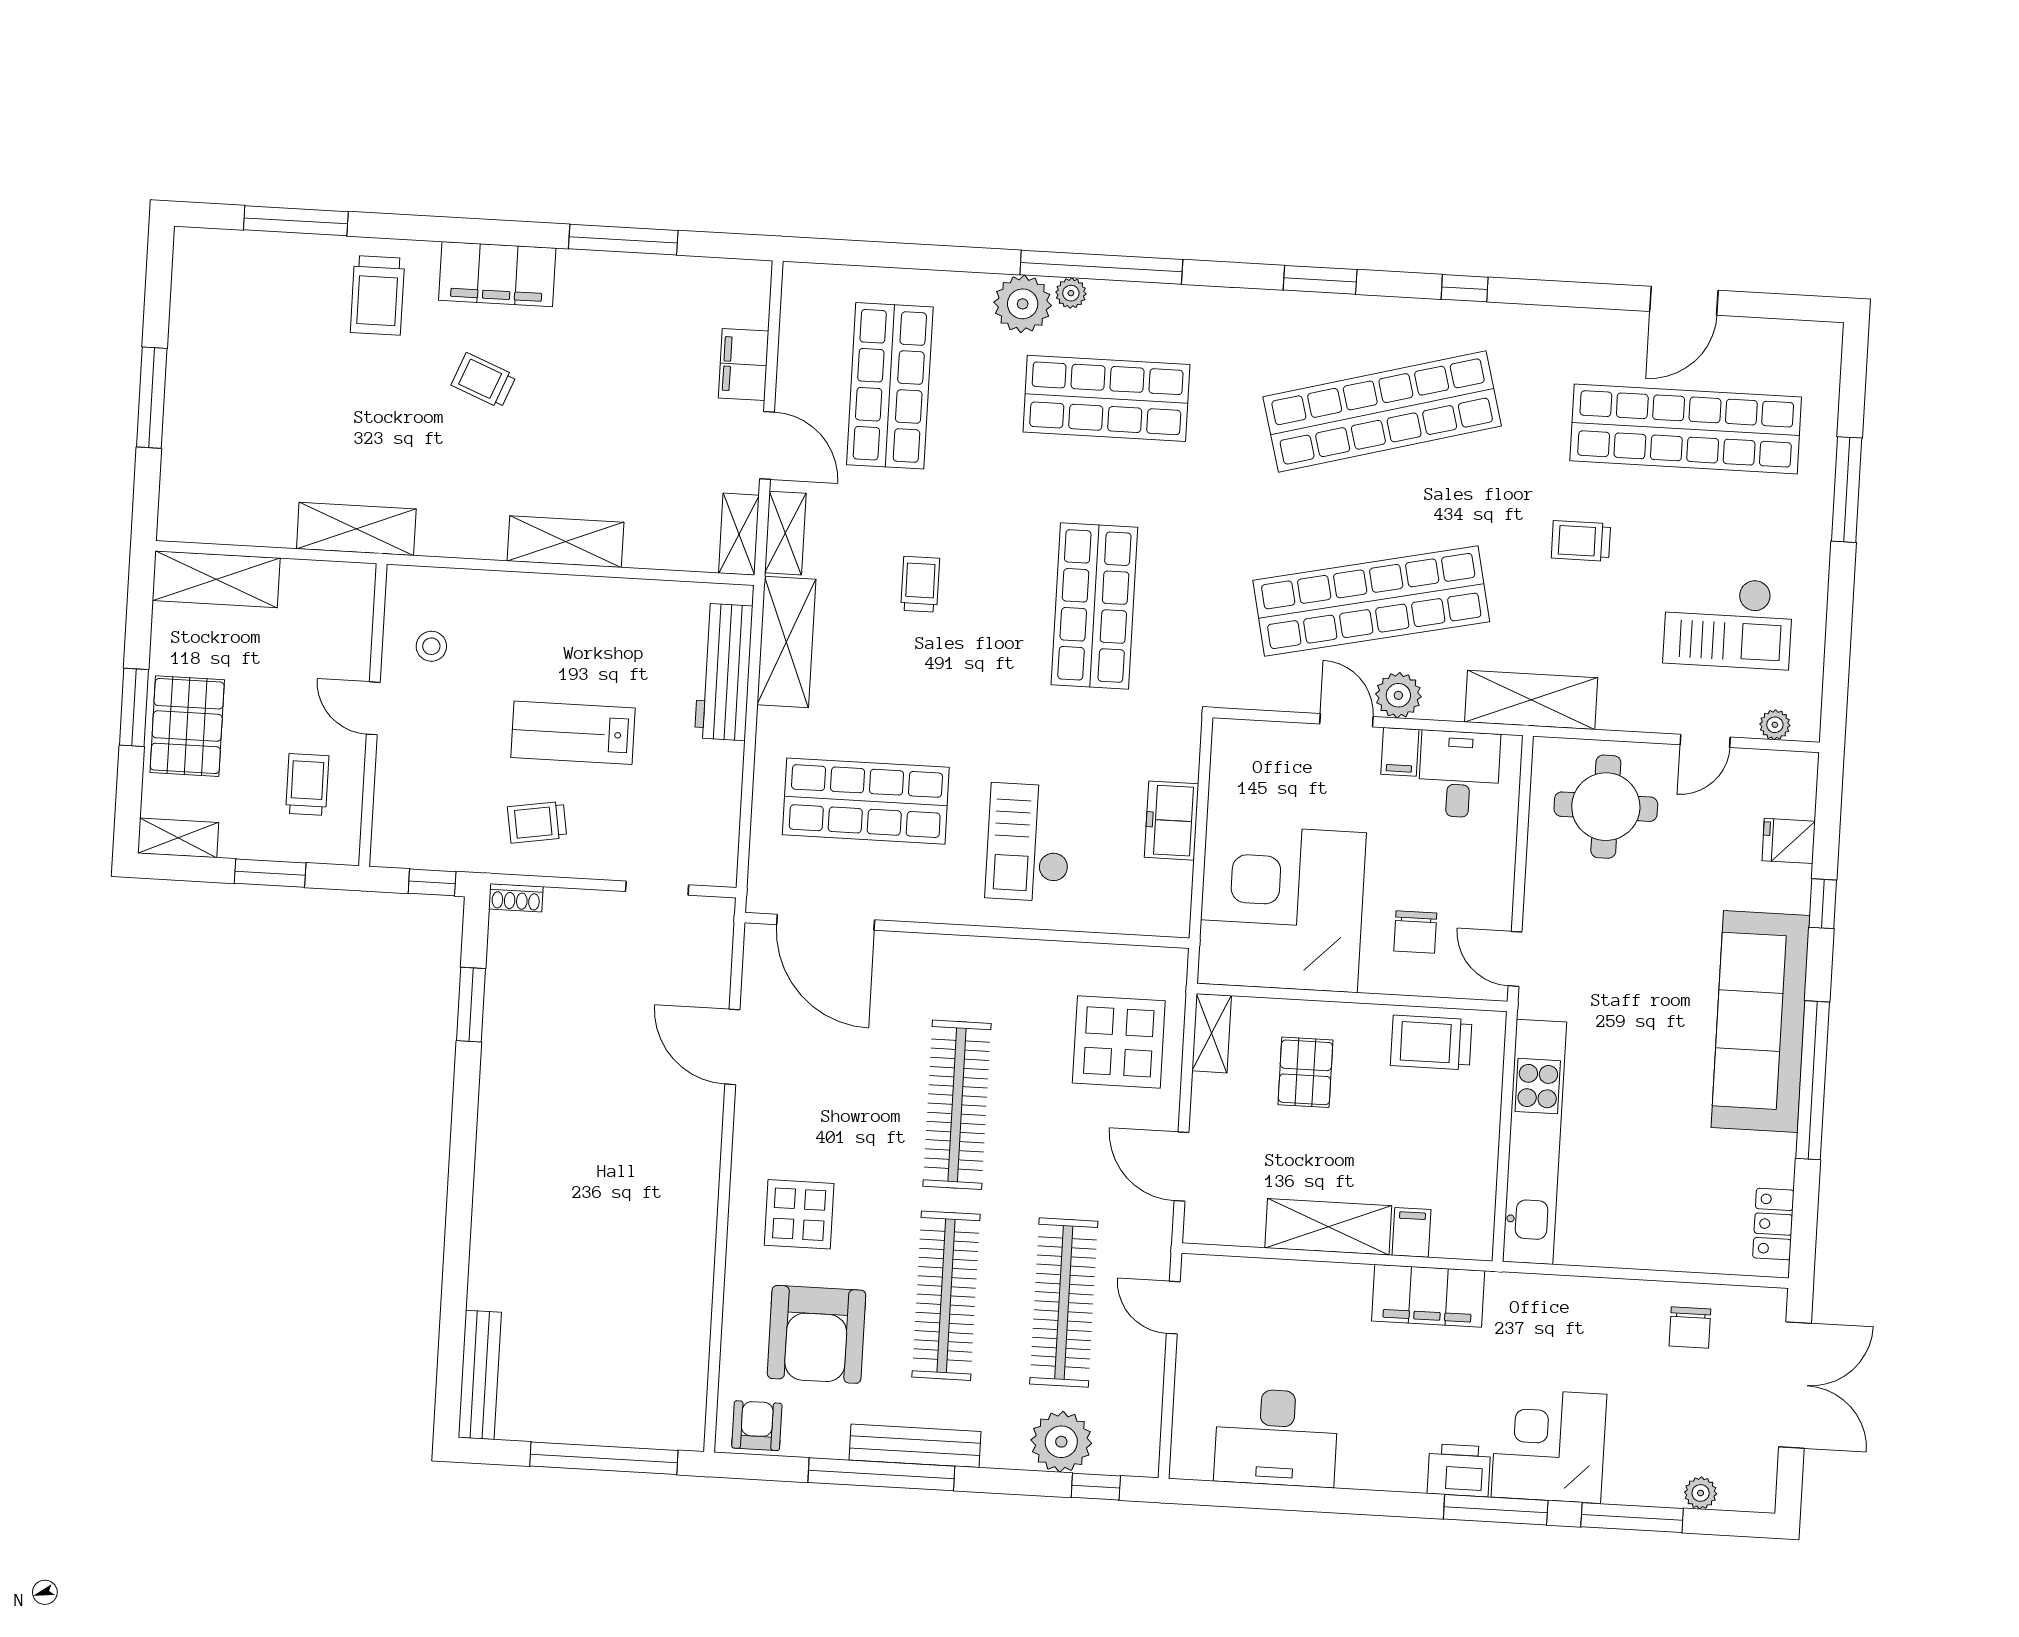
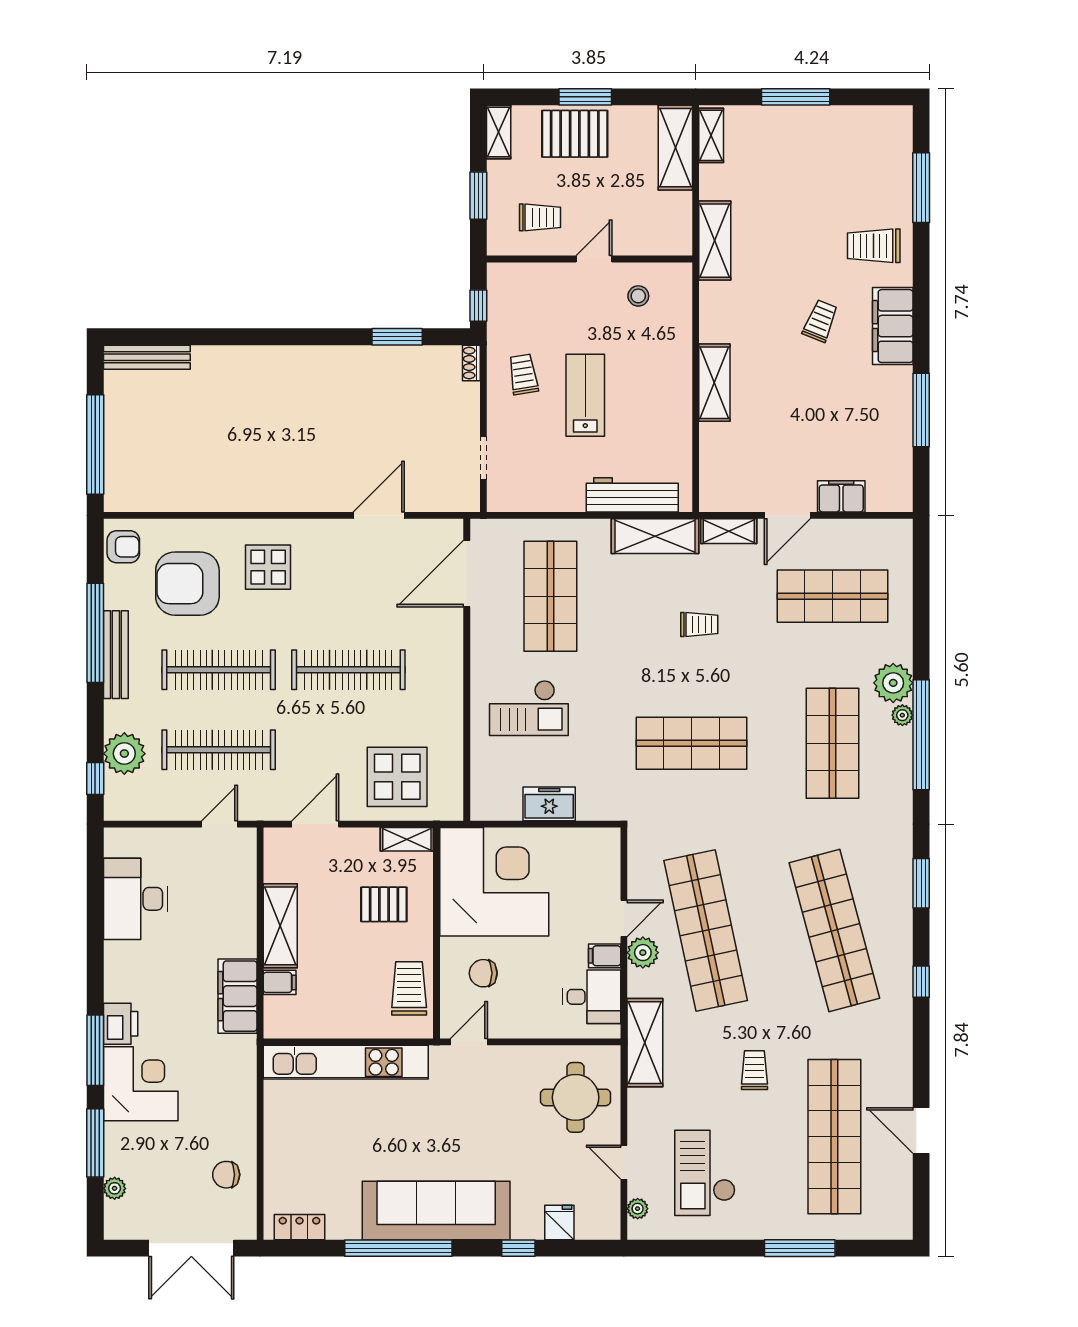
shelving: (739, 534) -> (711, 135), moved, turned 90
checkout: (1029, 842) -> (529, 708), turned 180

